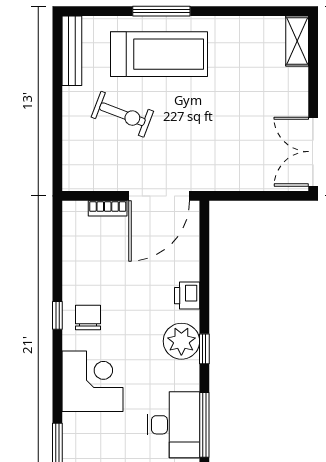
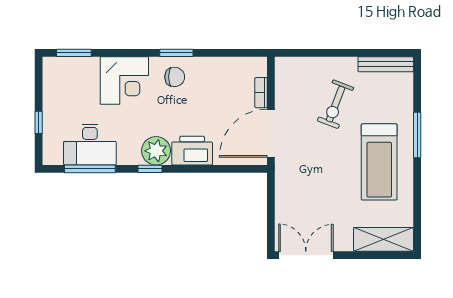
shelving: (297, 41) -> (383, 239), width x1.50, depth x1.33
treadmill: (159, 54) -> (379, 162), moved
door: (159, 196) -> (271, 133), hinge flipped
printer: (187, 296) -> (192, 151), width x1.87, depth x1.48
window: (57, 315) -> (176, 53), width x1.50

